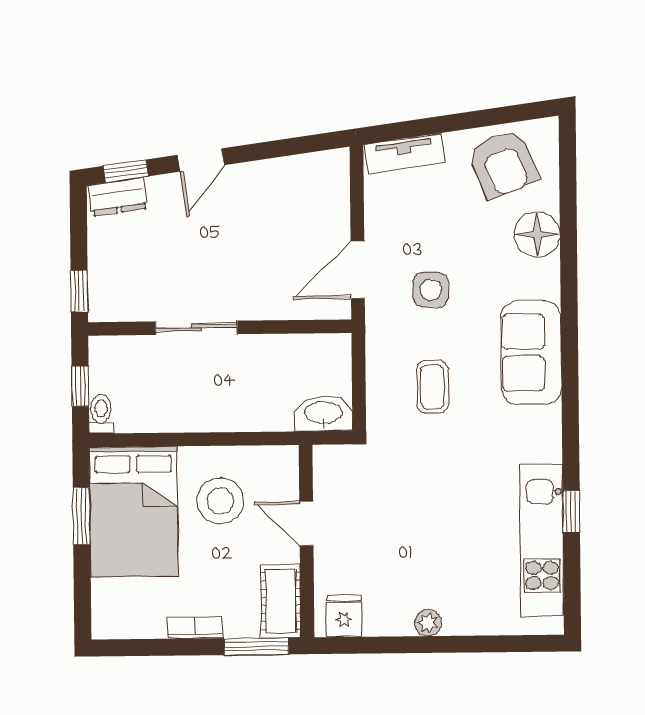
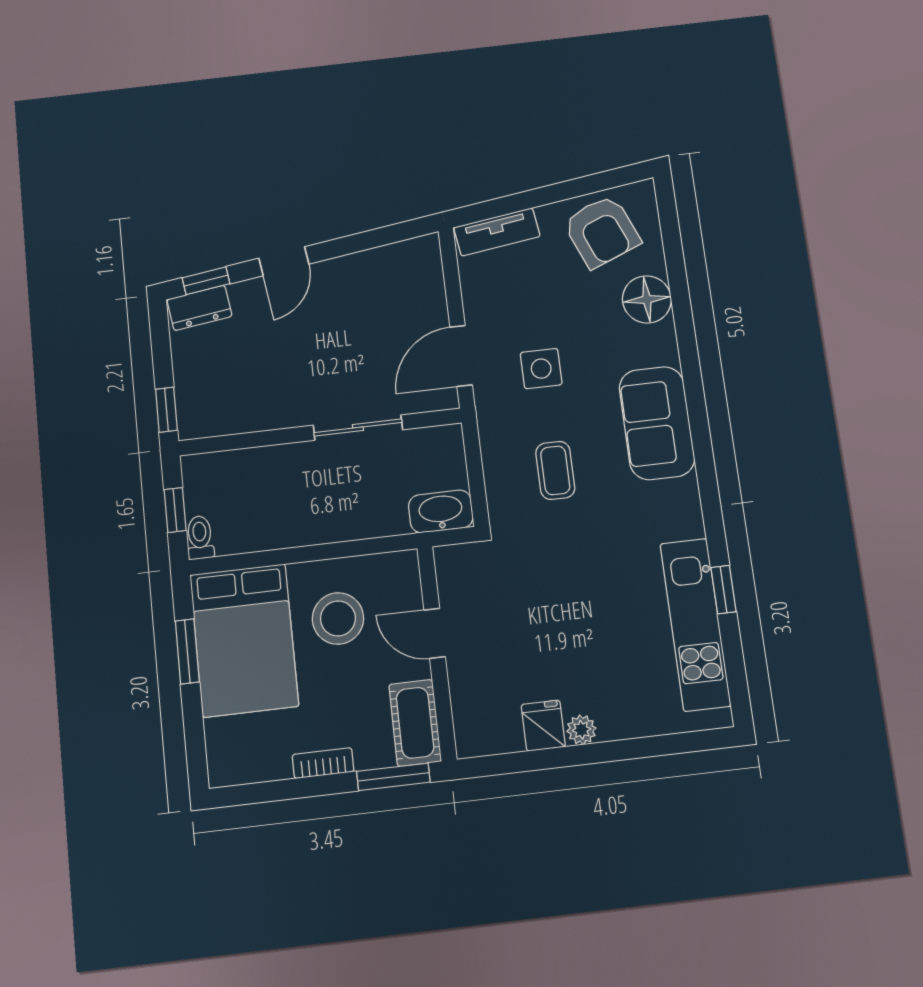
sliding door: (196, 328) -> (358, 428), moved
fridge: (344, 616) -> (543, 726), moved

